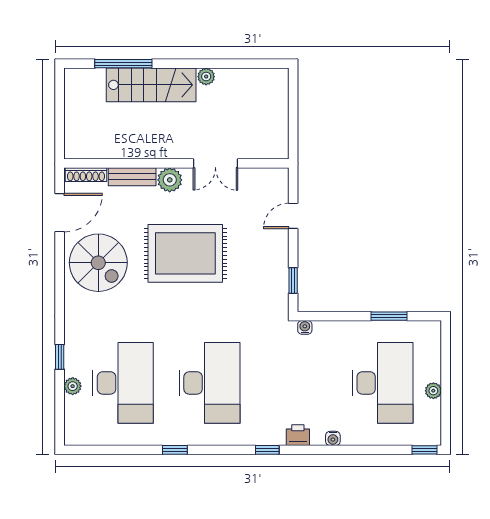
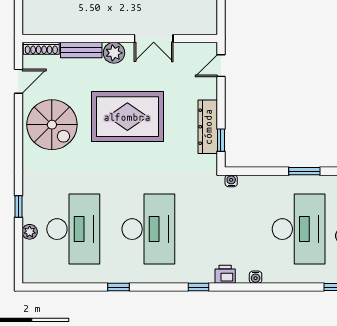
door: (60, 213) -> (18, 81), width x0.73
door: (293, 216) -> (221, 66), moved
dresser: (278, 265) -> (208, 127), added

